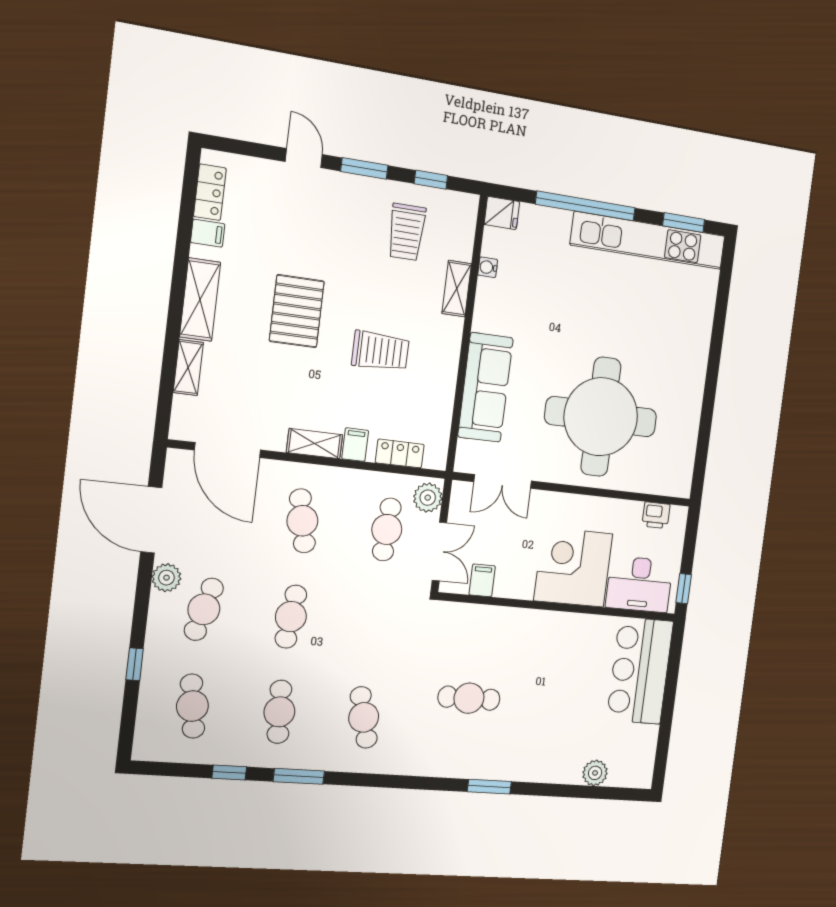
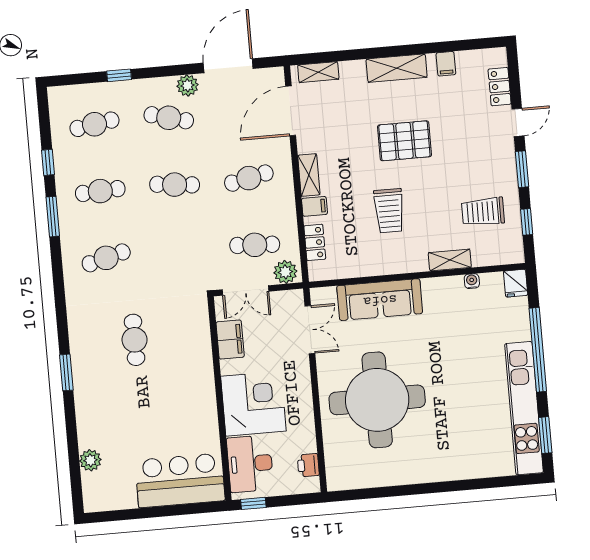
locker: (210, 192) -> (500, 87), moved, turned 90
shelving: (188, 368) -> (318, 72), moved
double door: (503, 481) -> (310, 330), swing flipped
filing cabinet: (482, 580) -> (230, 339), width x2.00

